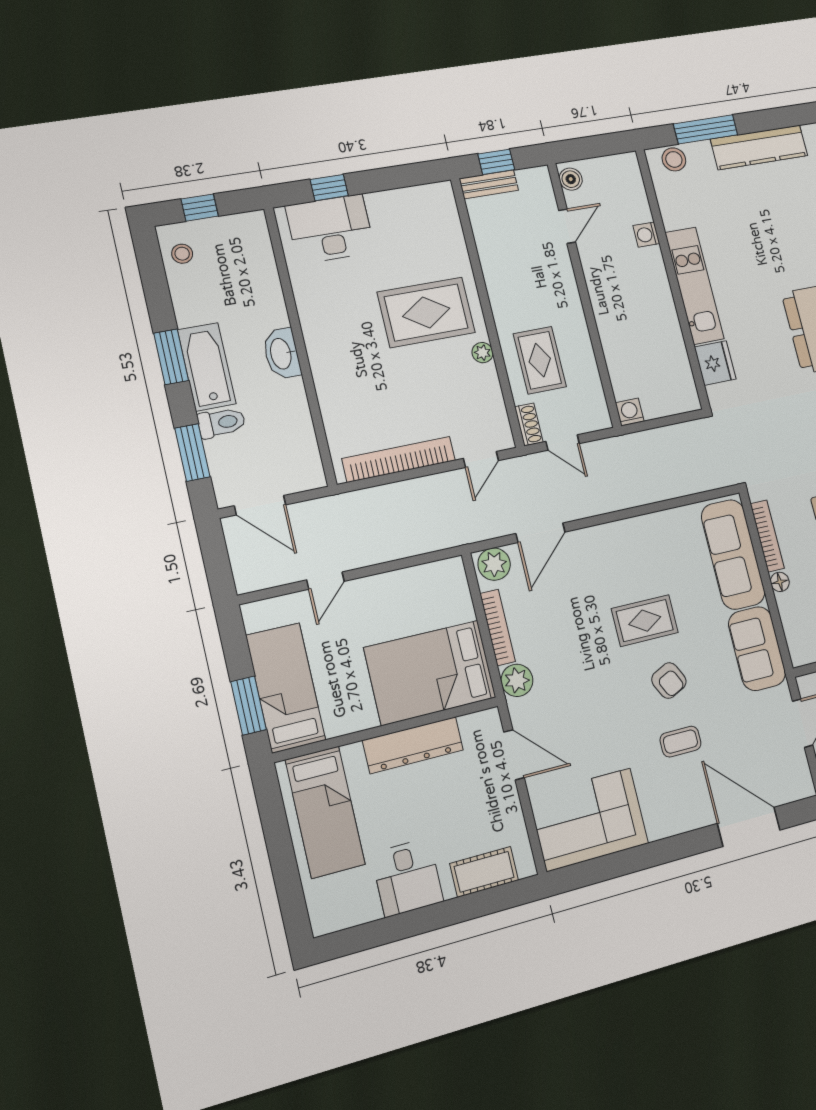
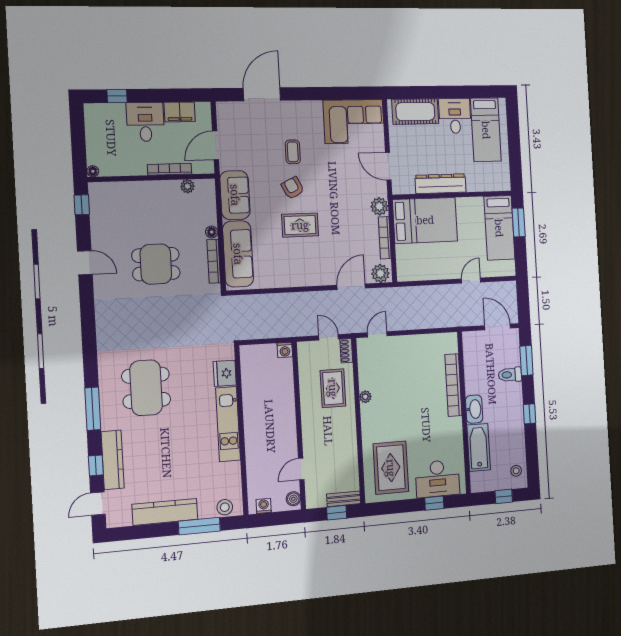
washing machine: (646, 235) -> (264, 506), moved, turned -90
rug: (426, 312) -> (391, 468), moved, turned 90
window: (171, 357) -> (530, 414), width x0.67
bathtub: (207, 367) -> (479, 447), moved, turned 180
bookcase: (399, 459) -> (453, 385), moved, turned 90
coffee table: (680, 742) -> (293, 152), turned 90
bed: (325, 812) -> (486, 130), moved, turned 180
door: (749, 827) -> (262, 94), swing flipped
cot: (484, 872) -> (415, 112), width x1.37, depth x1.34

